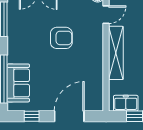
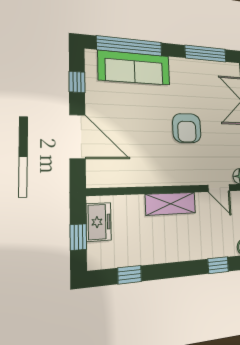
shelving: (116, 53) -> (171, 204), width x0.68
sofa: (18, 83) -> (134, 68), width x1.36

